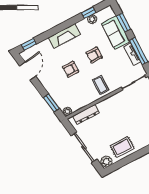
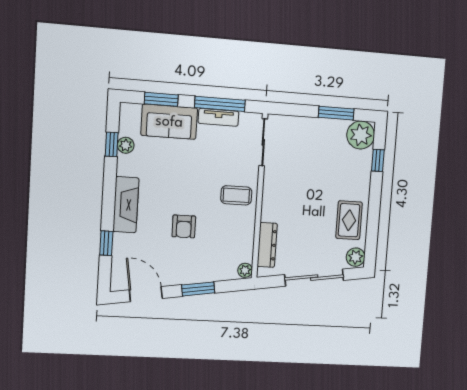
window: (29, 44) -> (106, 243), moved
armchair: (94, 55) -> (184, 177), removed
window: (51, 103) -> (198, 289), moved

